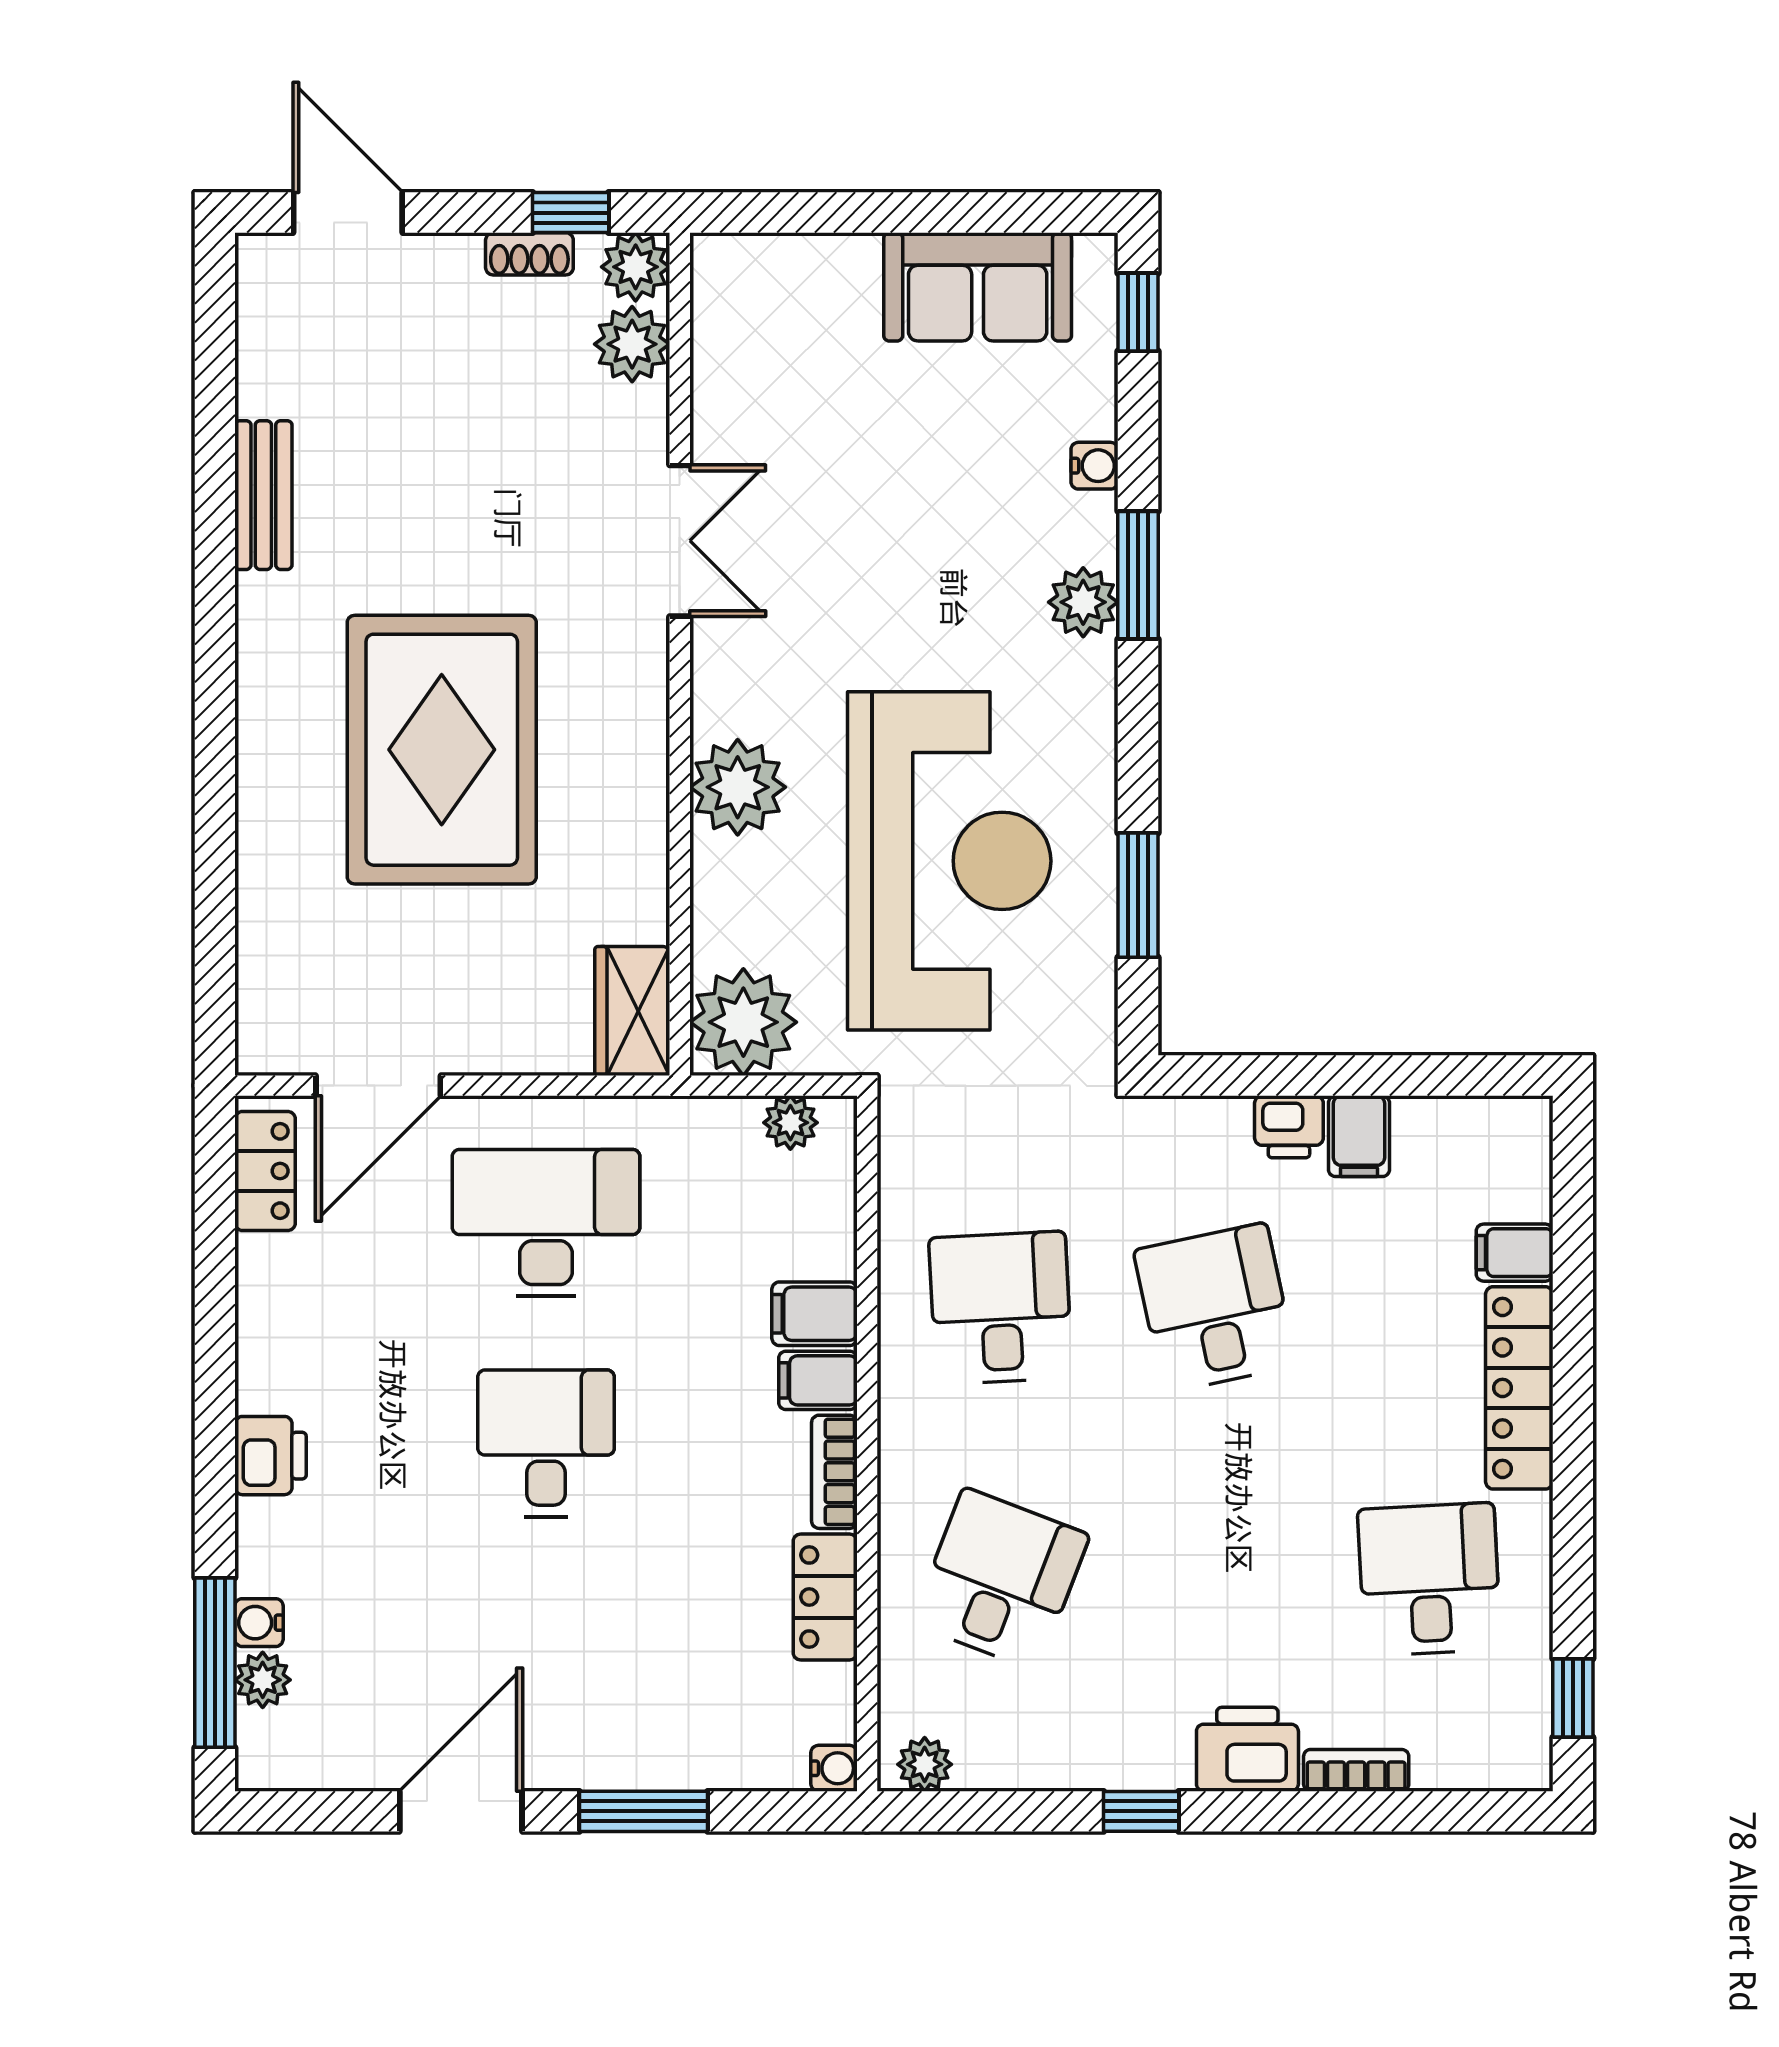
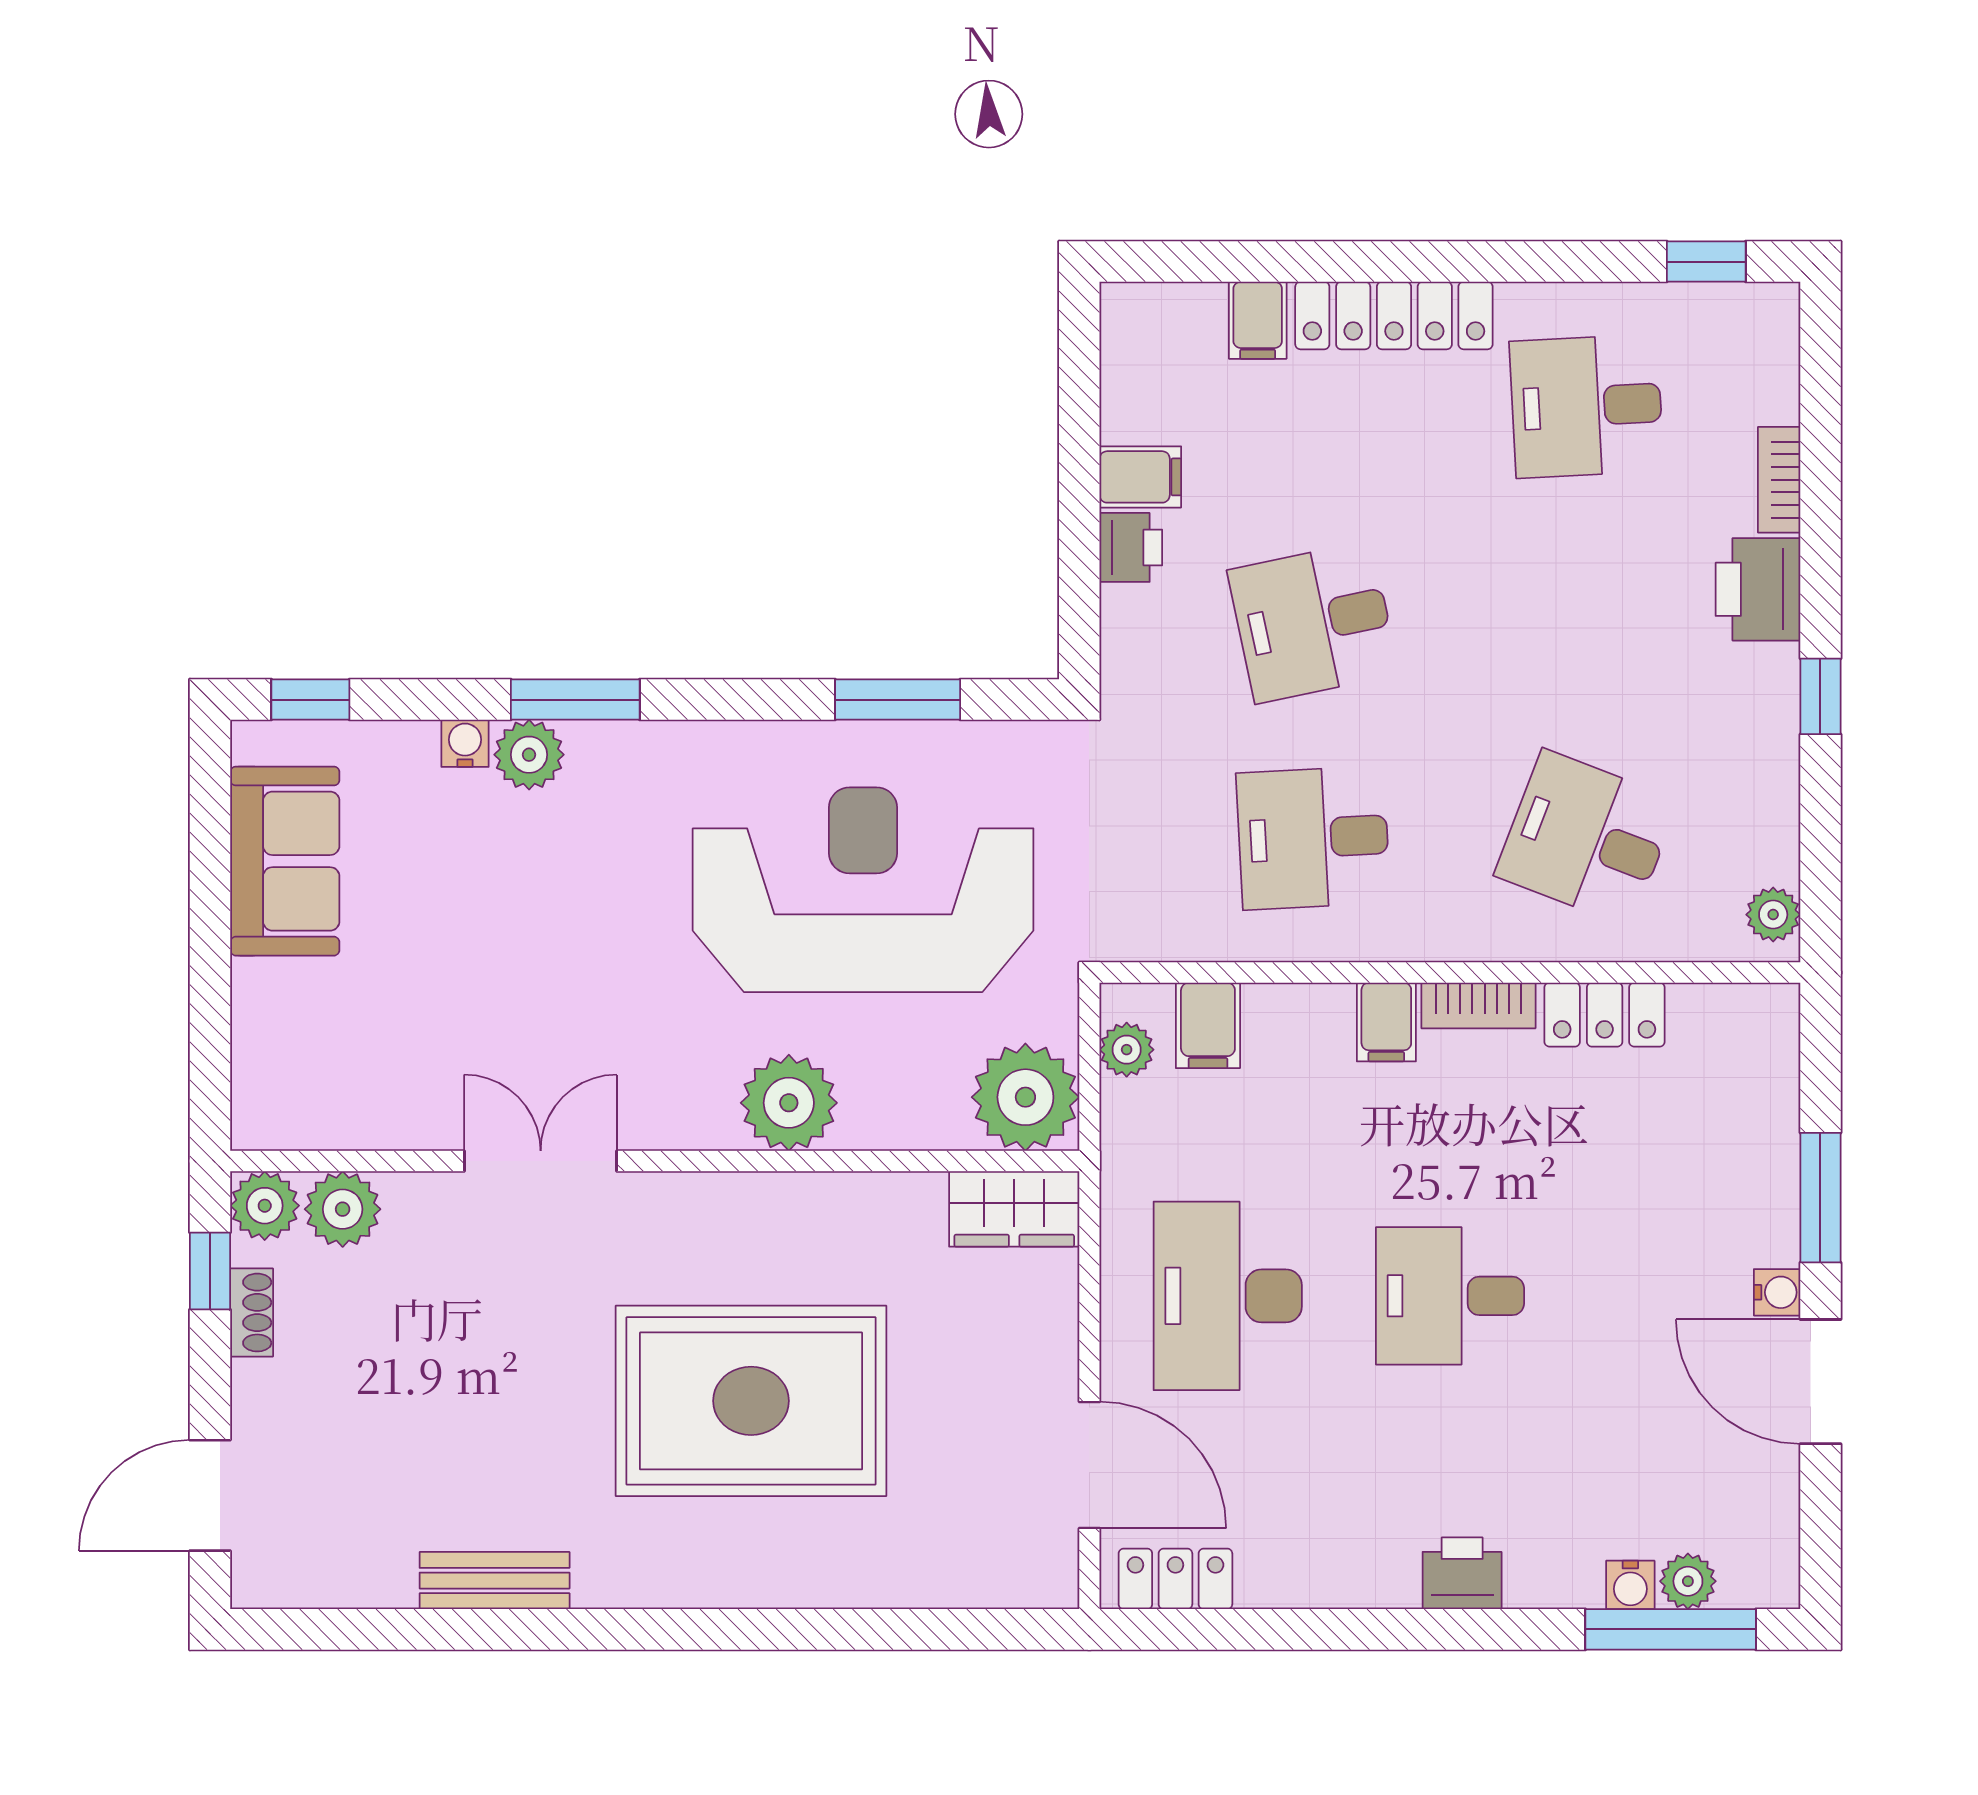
plant: (1083, 602) -> (529, 755), moved
filing cabinet: (815, 1314) -> (1208, 1025), moved
water cooler: (834, 1768) -> (1777, 1292), moved, turned 90

